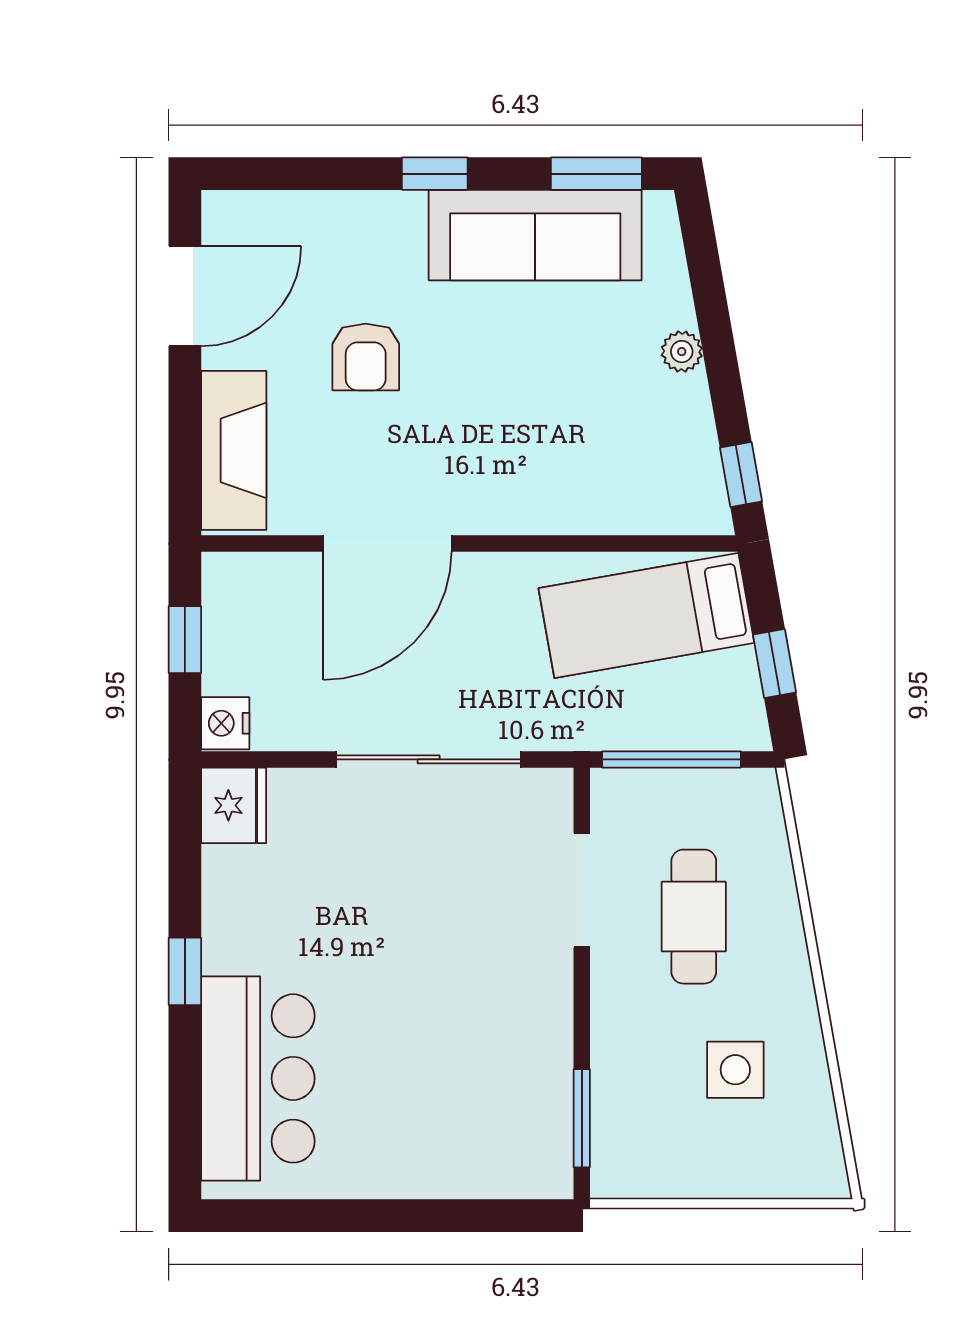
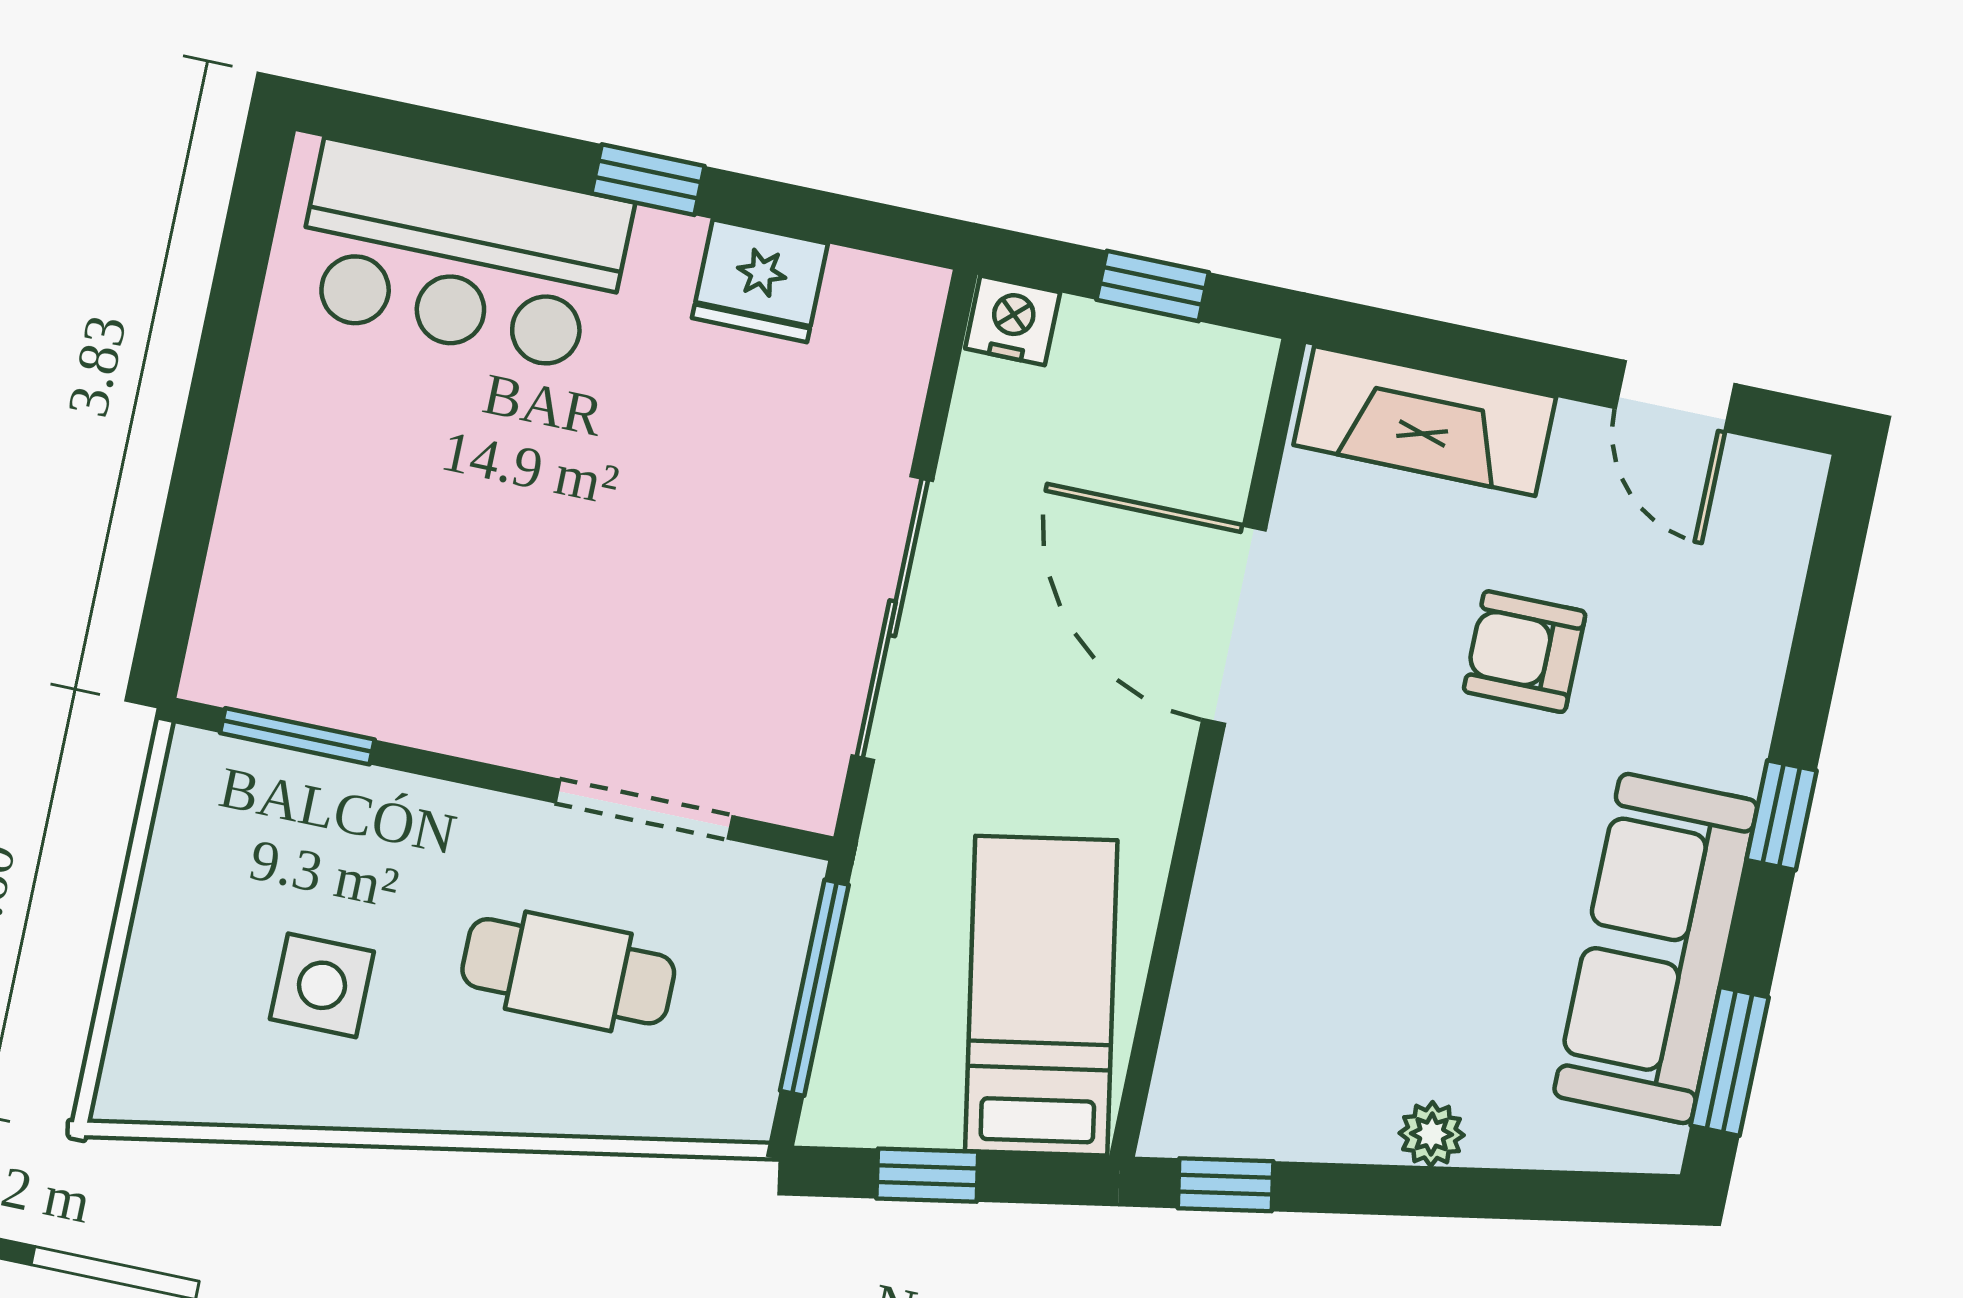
door: (185, 296) -> (1675, 396), width x0.73
fridge: (234, 805) -> (760, 281), moved

